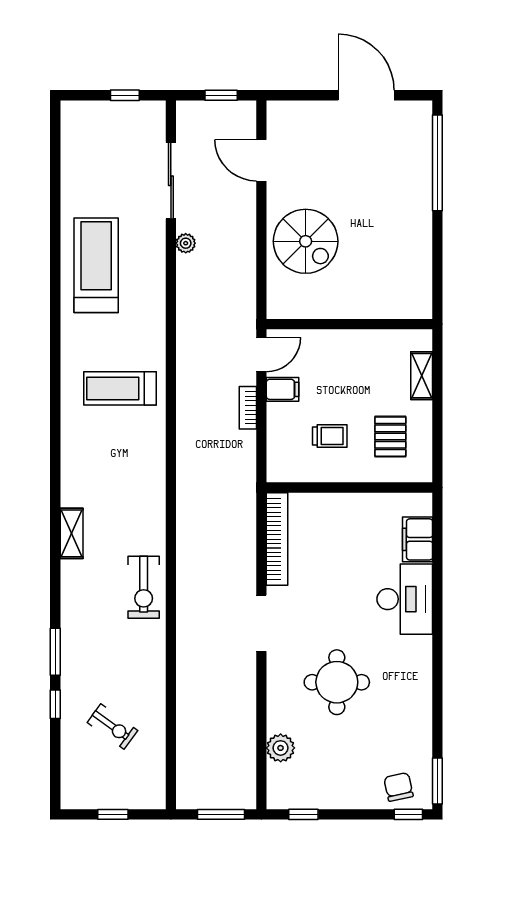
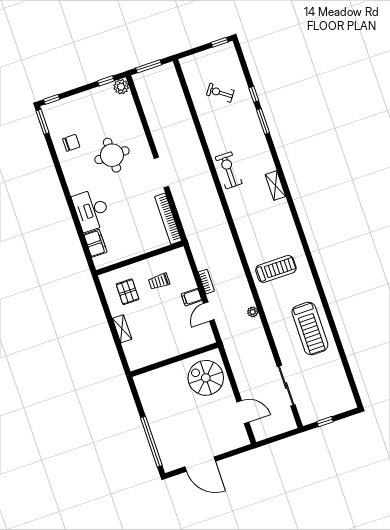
window: (221, 95) -> (275, 439), removed
plant: (186, 243) -> (253, 312), moved
wall: (349, 324) -> (174, 360), moved
plant: (281, 748) -> (121, 87), moved
chair: (399, 787) -> (71, 143), moved, turned -78
window: (113, 814) -> (219, 42), moved

